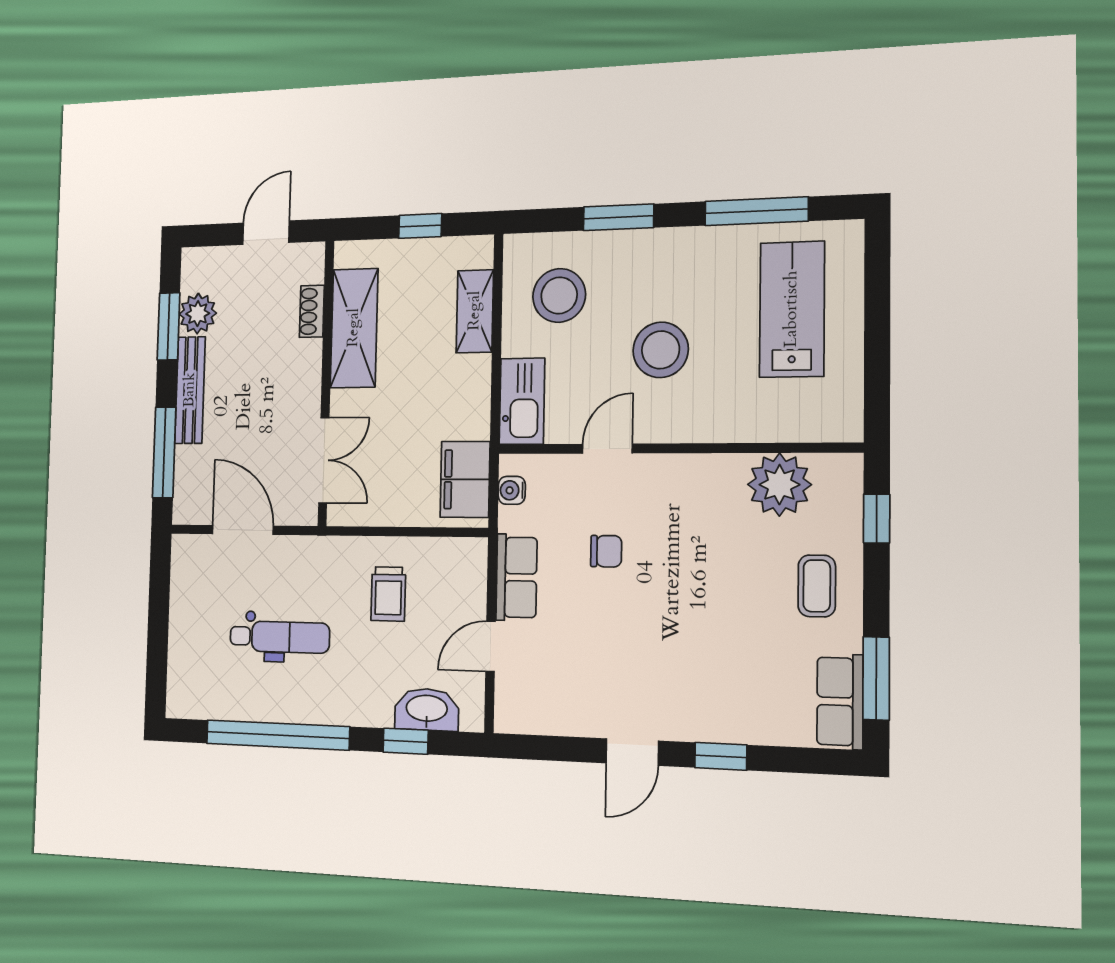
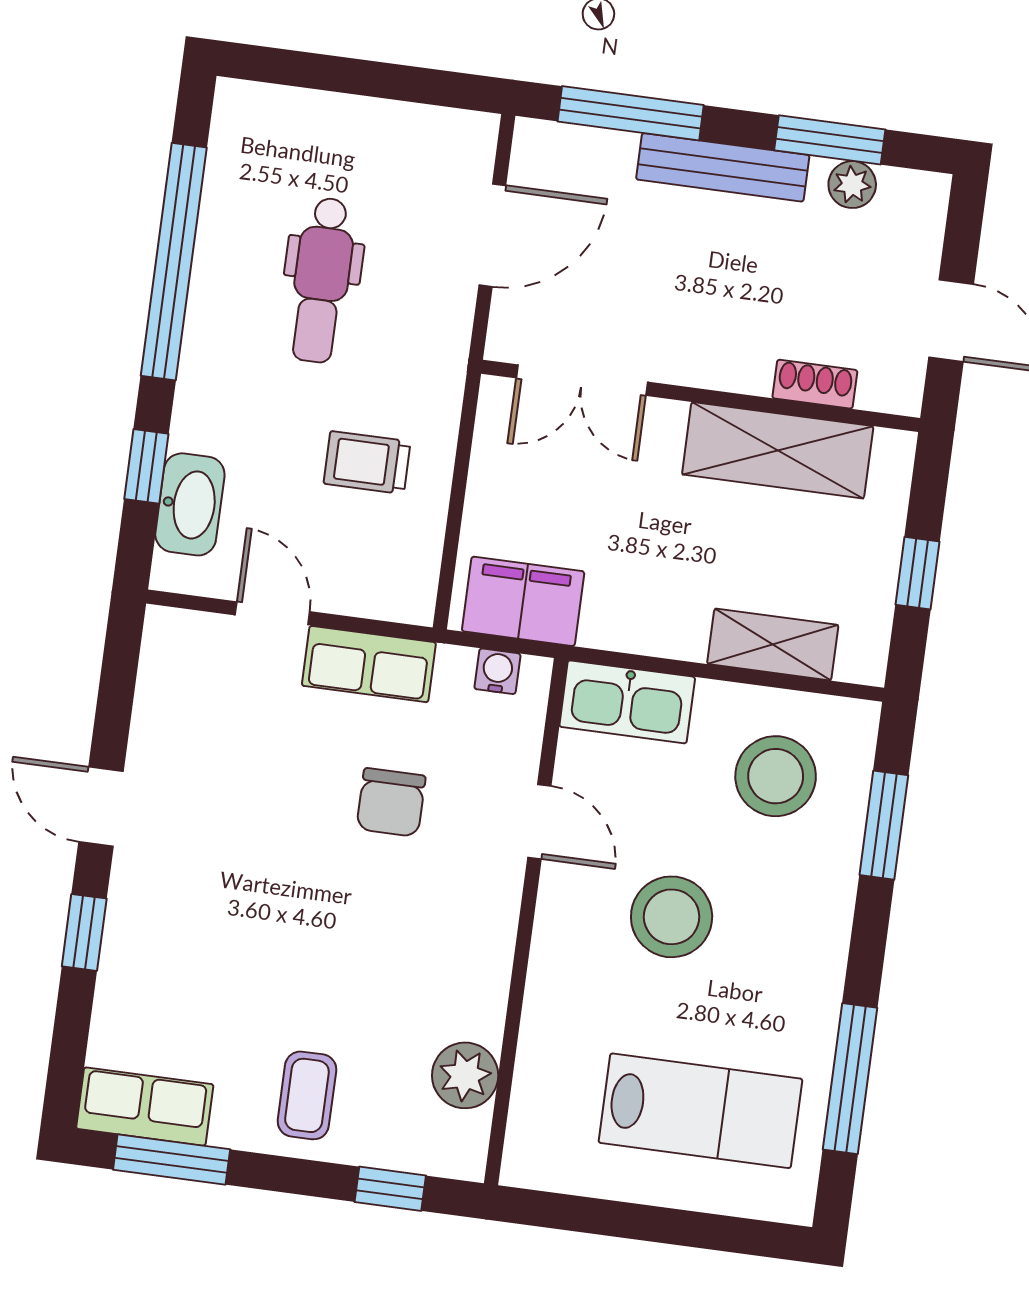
window: (618, 217) -> (884, 825), moved
plant: (198, 314) -> (852, 185), width x0.73, depth x0.73
plant: (779, 485) -> (465, 1075), width x0.73, depth x0.73
chair: (606, 551) -> (391, 802), width x1.37, depth x1.37
coffee table: (817, 586) -> (307, 1095), turned 90

